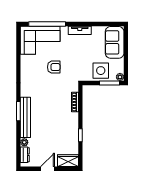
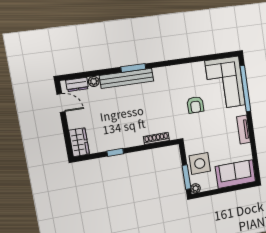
door: (47, 169) -> (61, 103), moved

